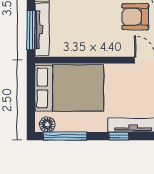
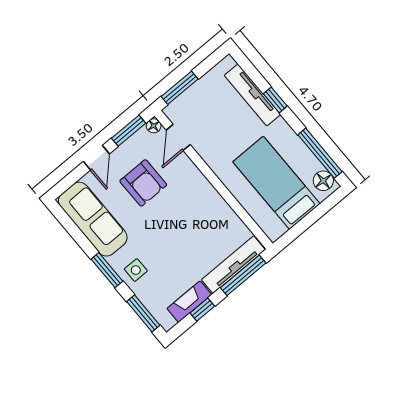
bed: (69, 88) -> (276, 183), width x0.67

